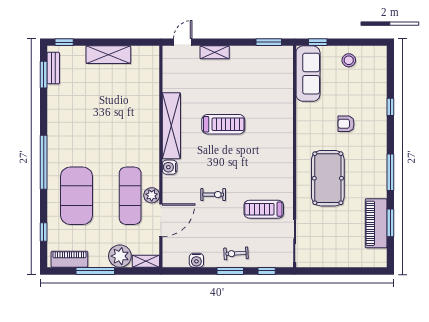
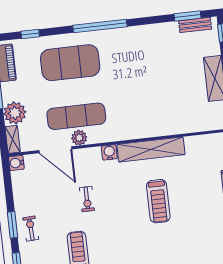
water cooler: (196, 260) -> (16, 163), moved

